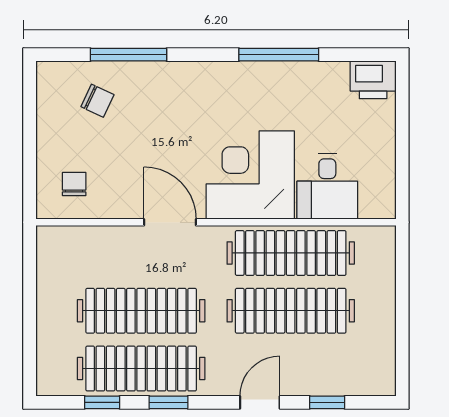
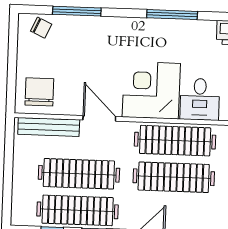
chair: (97, 101) -> (41, 28), moved
chair: (74, 184) -> (39, 92), width x1.87, depth x1.87
bench: (91, 239) -> (49, 127), added

